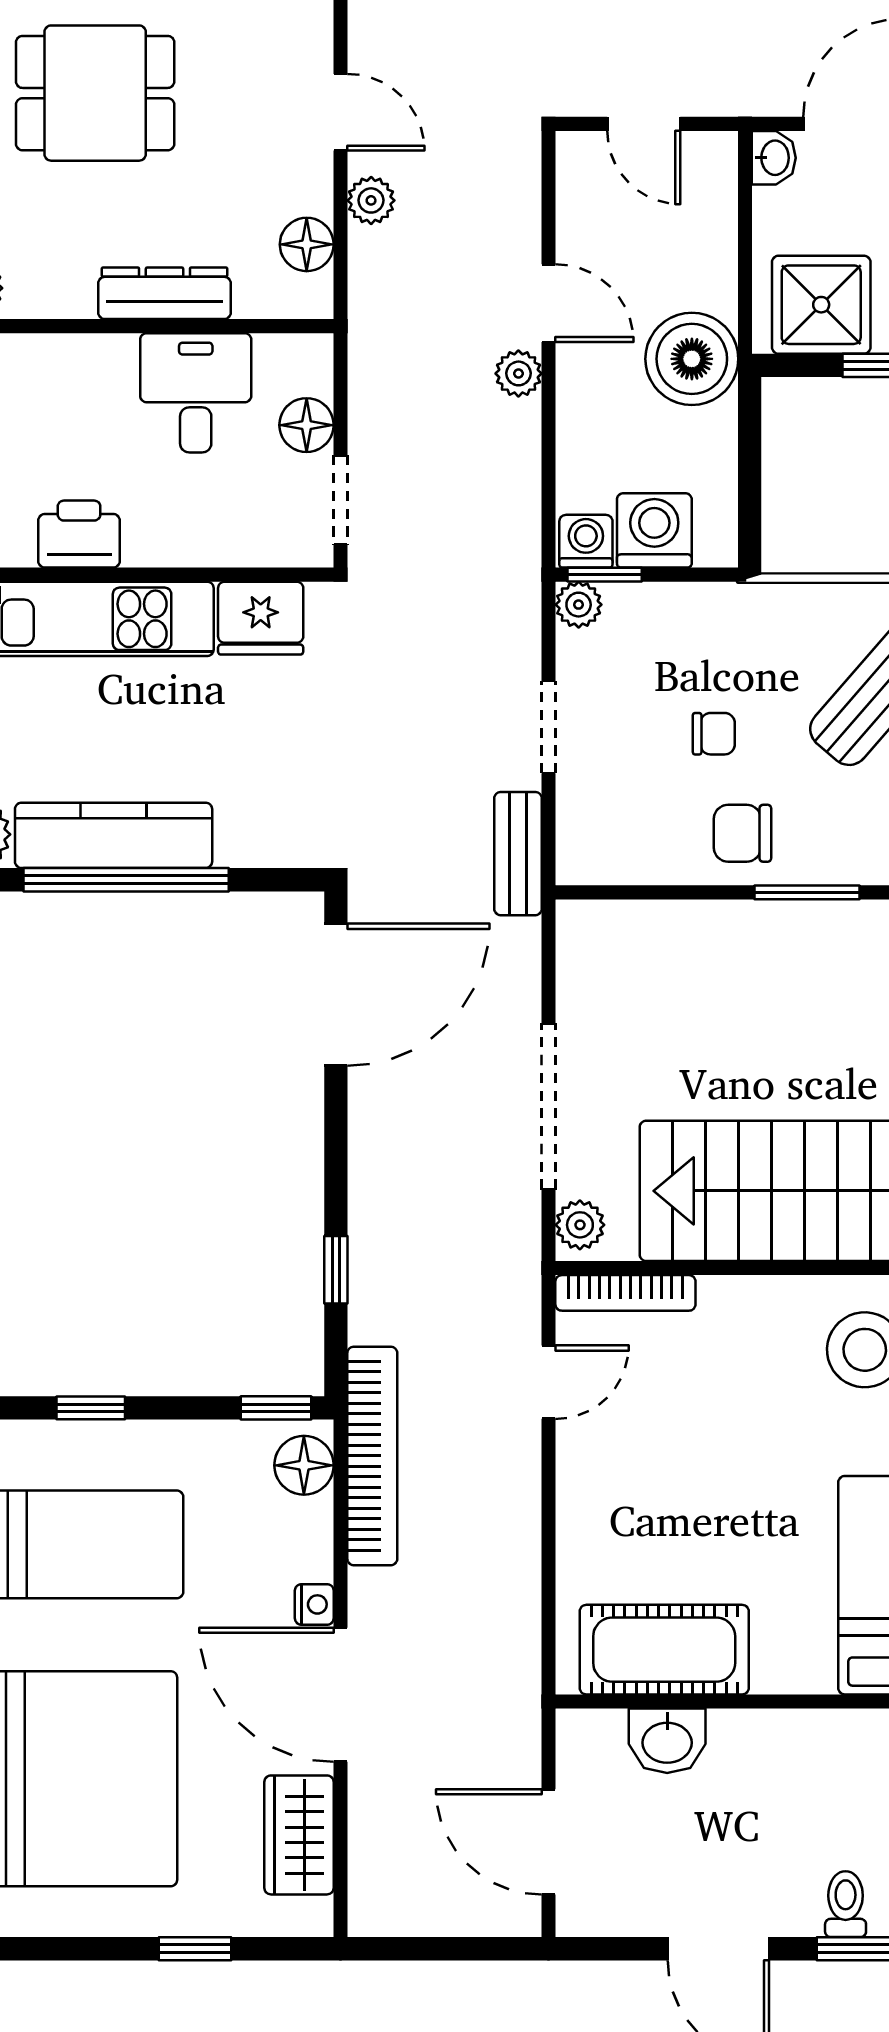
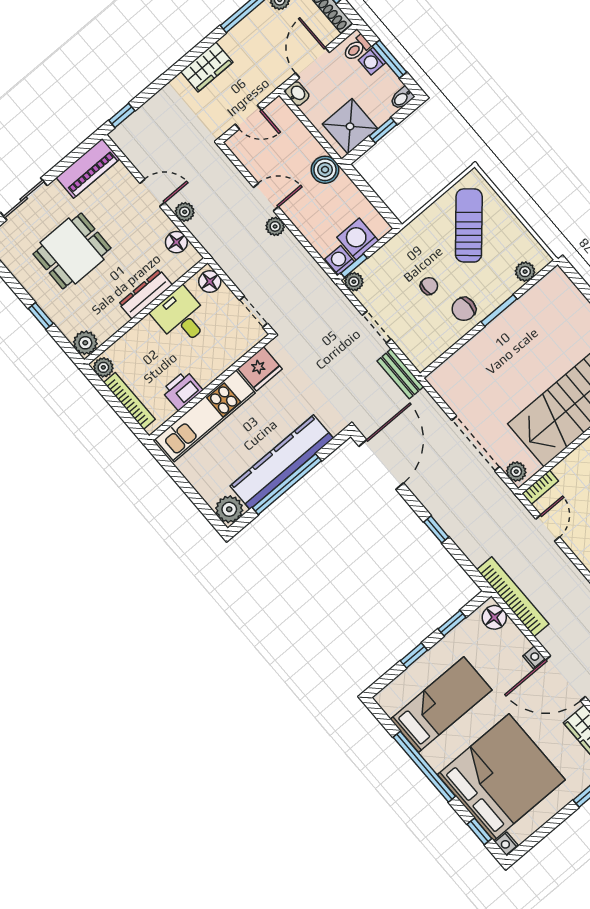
boiler: (692, 359) -> (325, 170), width x0.73, depth x0.73
floor lamp: (307, 425) -> (210, 281), moved
kitchen counter: (114, 835) -> (282, 462), width x1.39, depth x1.17
window: (336, 1270) -> (436, 529), moved
bookcase: (625, 1293) -> (540, 487), width x0.64
window: (276, 1408) -> (452, 623), moved

